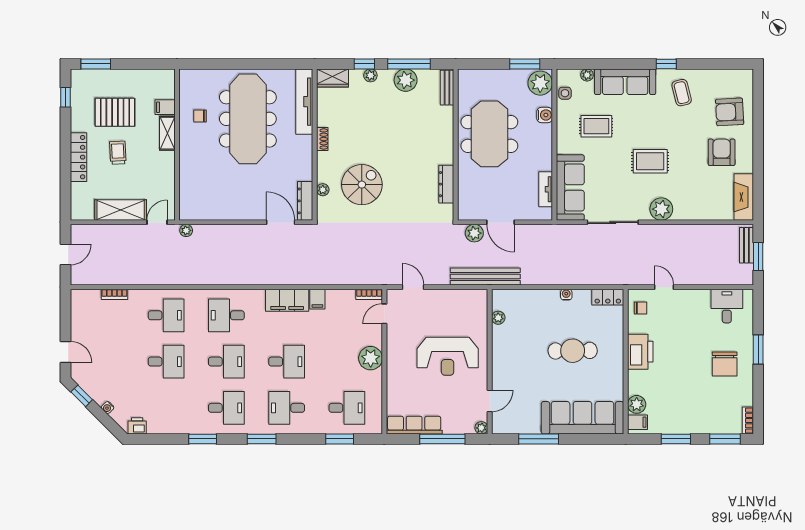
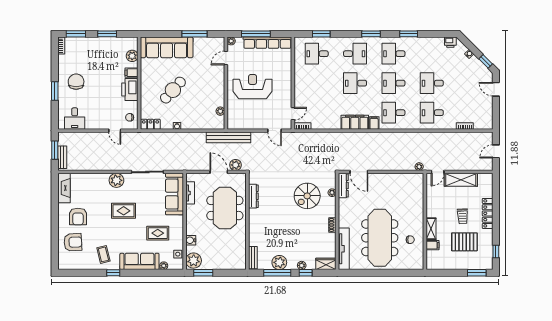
meeting table: (489, 134) -> (225, 208), moved
filing cabinet: (317, 299) -> (374, 123), moved
desk: (226, 315) -> (393, 113), turned 180
cafe table: (573, 351) -> (173, 90), turned -47
plant: (371, 358) -> (302, 85), removed
filing cabinet: (638, 422) -> (132, 73), moved
row of seats: (414, 425) -> (267, 43), width x1.36

